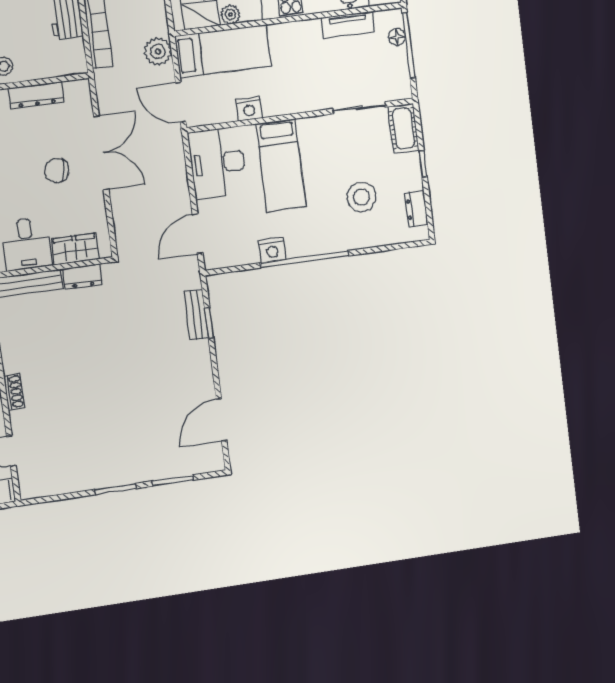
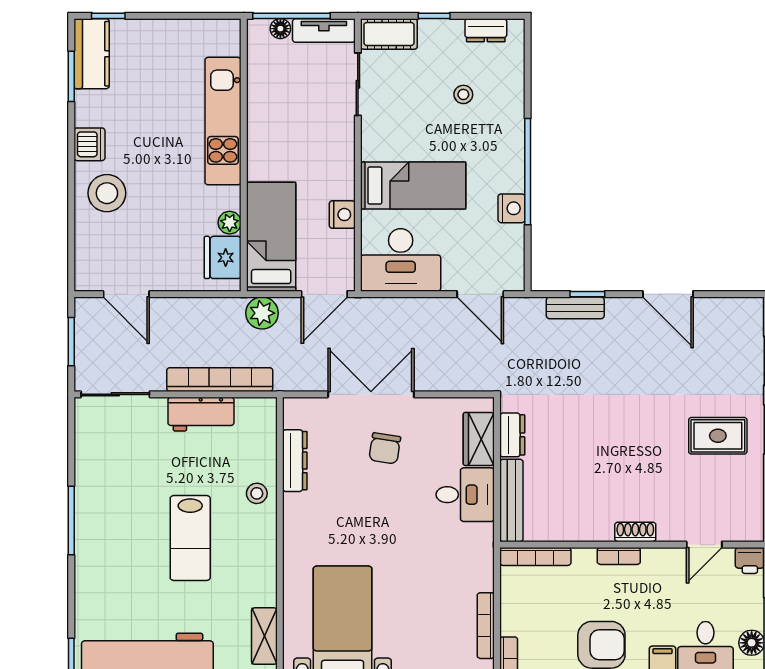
tv unit: (348, 24) -> (324, 31), moved, turned 90
stool: (361, 197) -> (463, 94), width x0.53, depth x0.53
door: (221, 420) -> (668, 294), moved
rug: (105, 449) -> (718, 436), added

